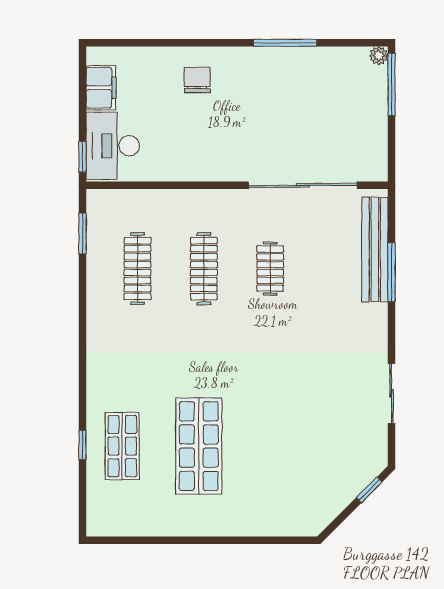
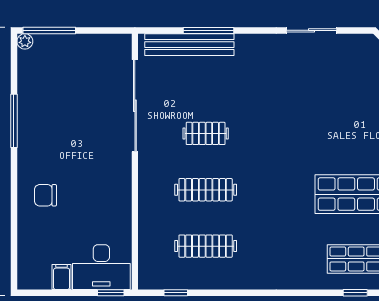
filing cabinet: (101, 88) -> (62, 277), width x0.50
window: (82, 233) -> (176, 293), width x0.67

